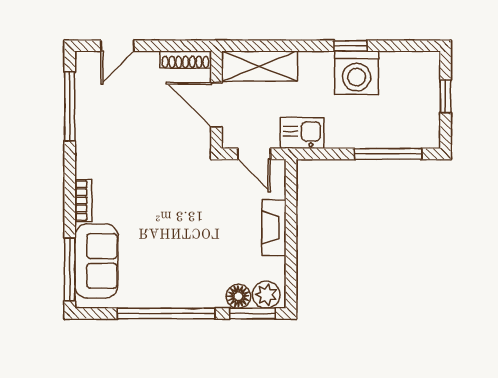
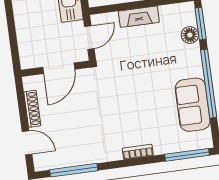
shoe rack: (185, 60) -> (32, 109), moved
shelving: (259, 66) -> (28, 42), removed
sofa: (96, 261) -> (193, 105), moved, turned -90
plant: (266, 295) -> (186, 16), removed

